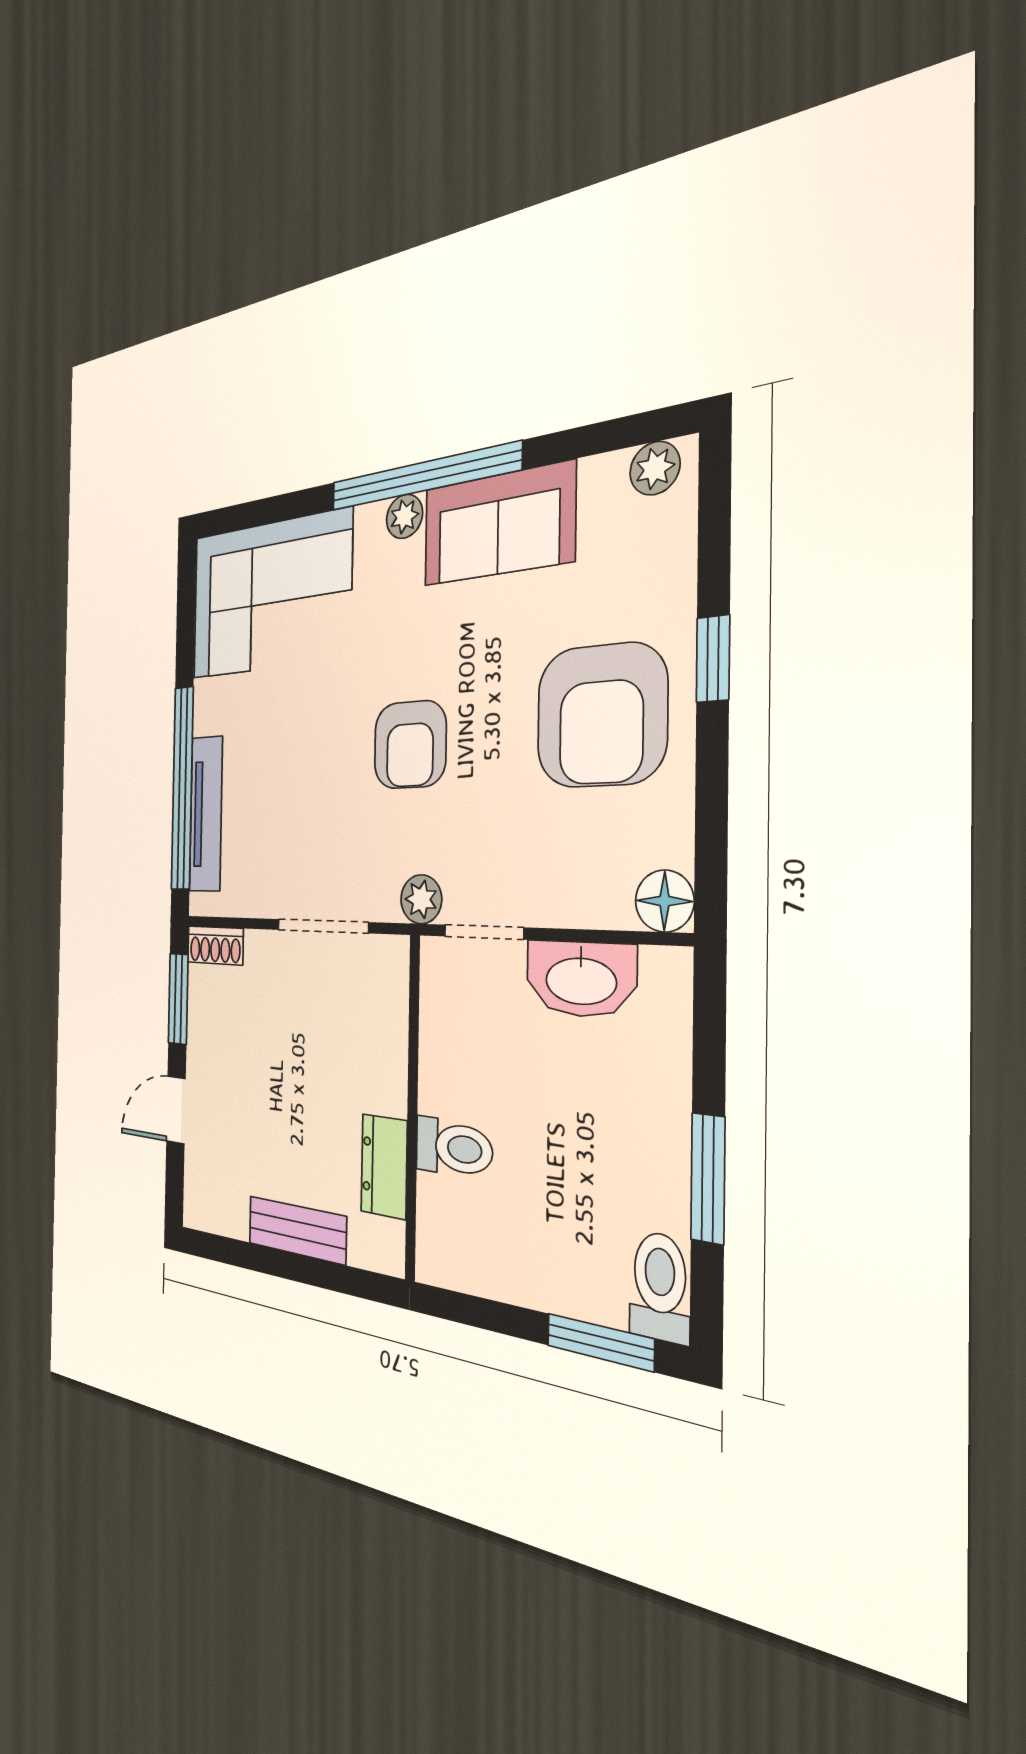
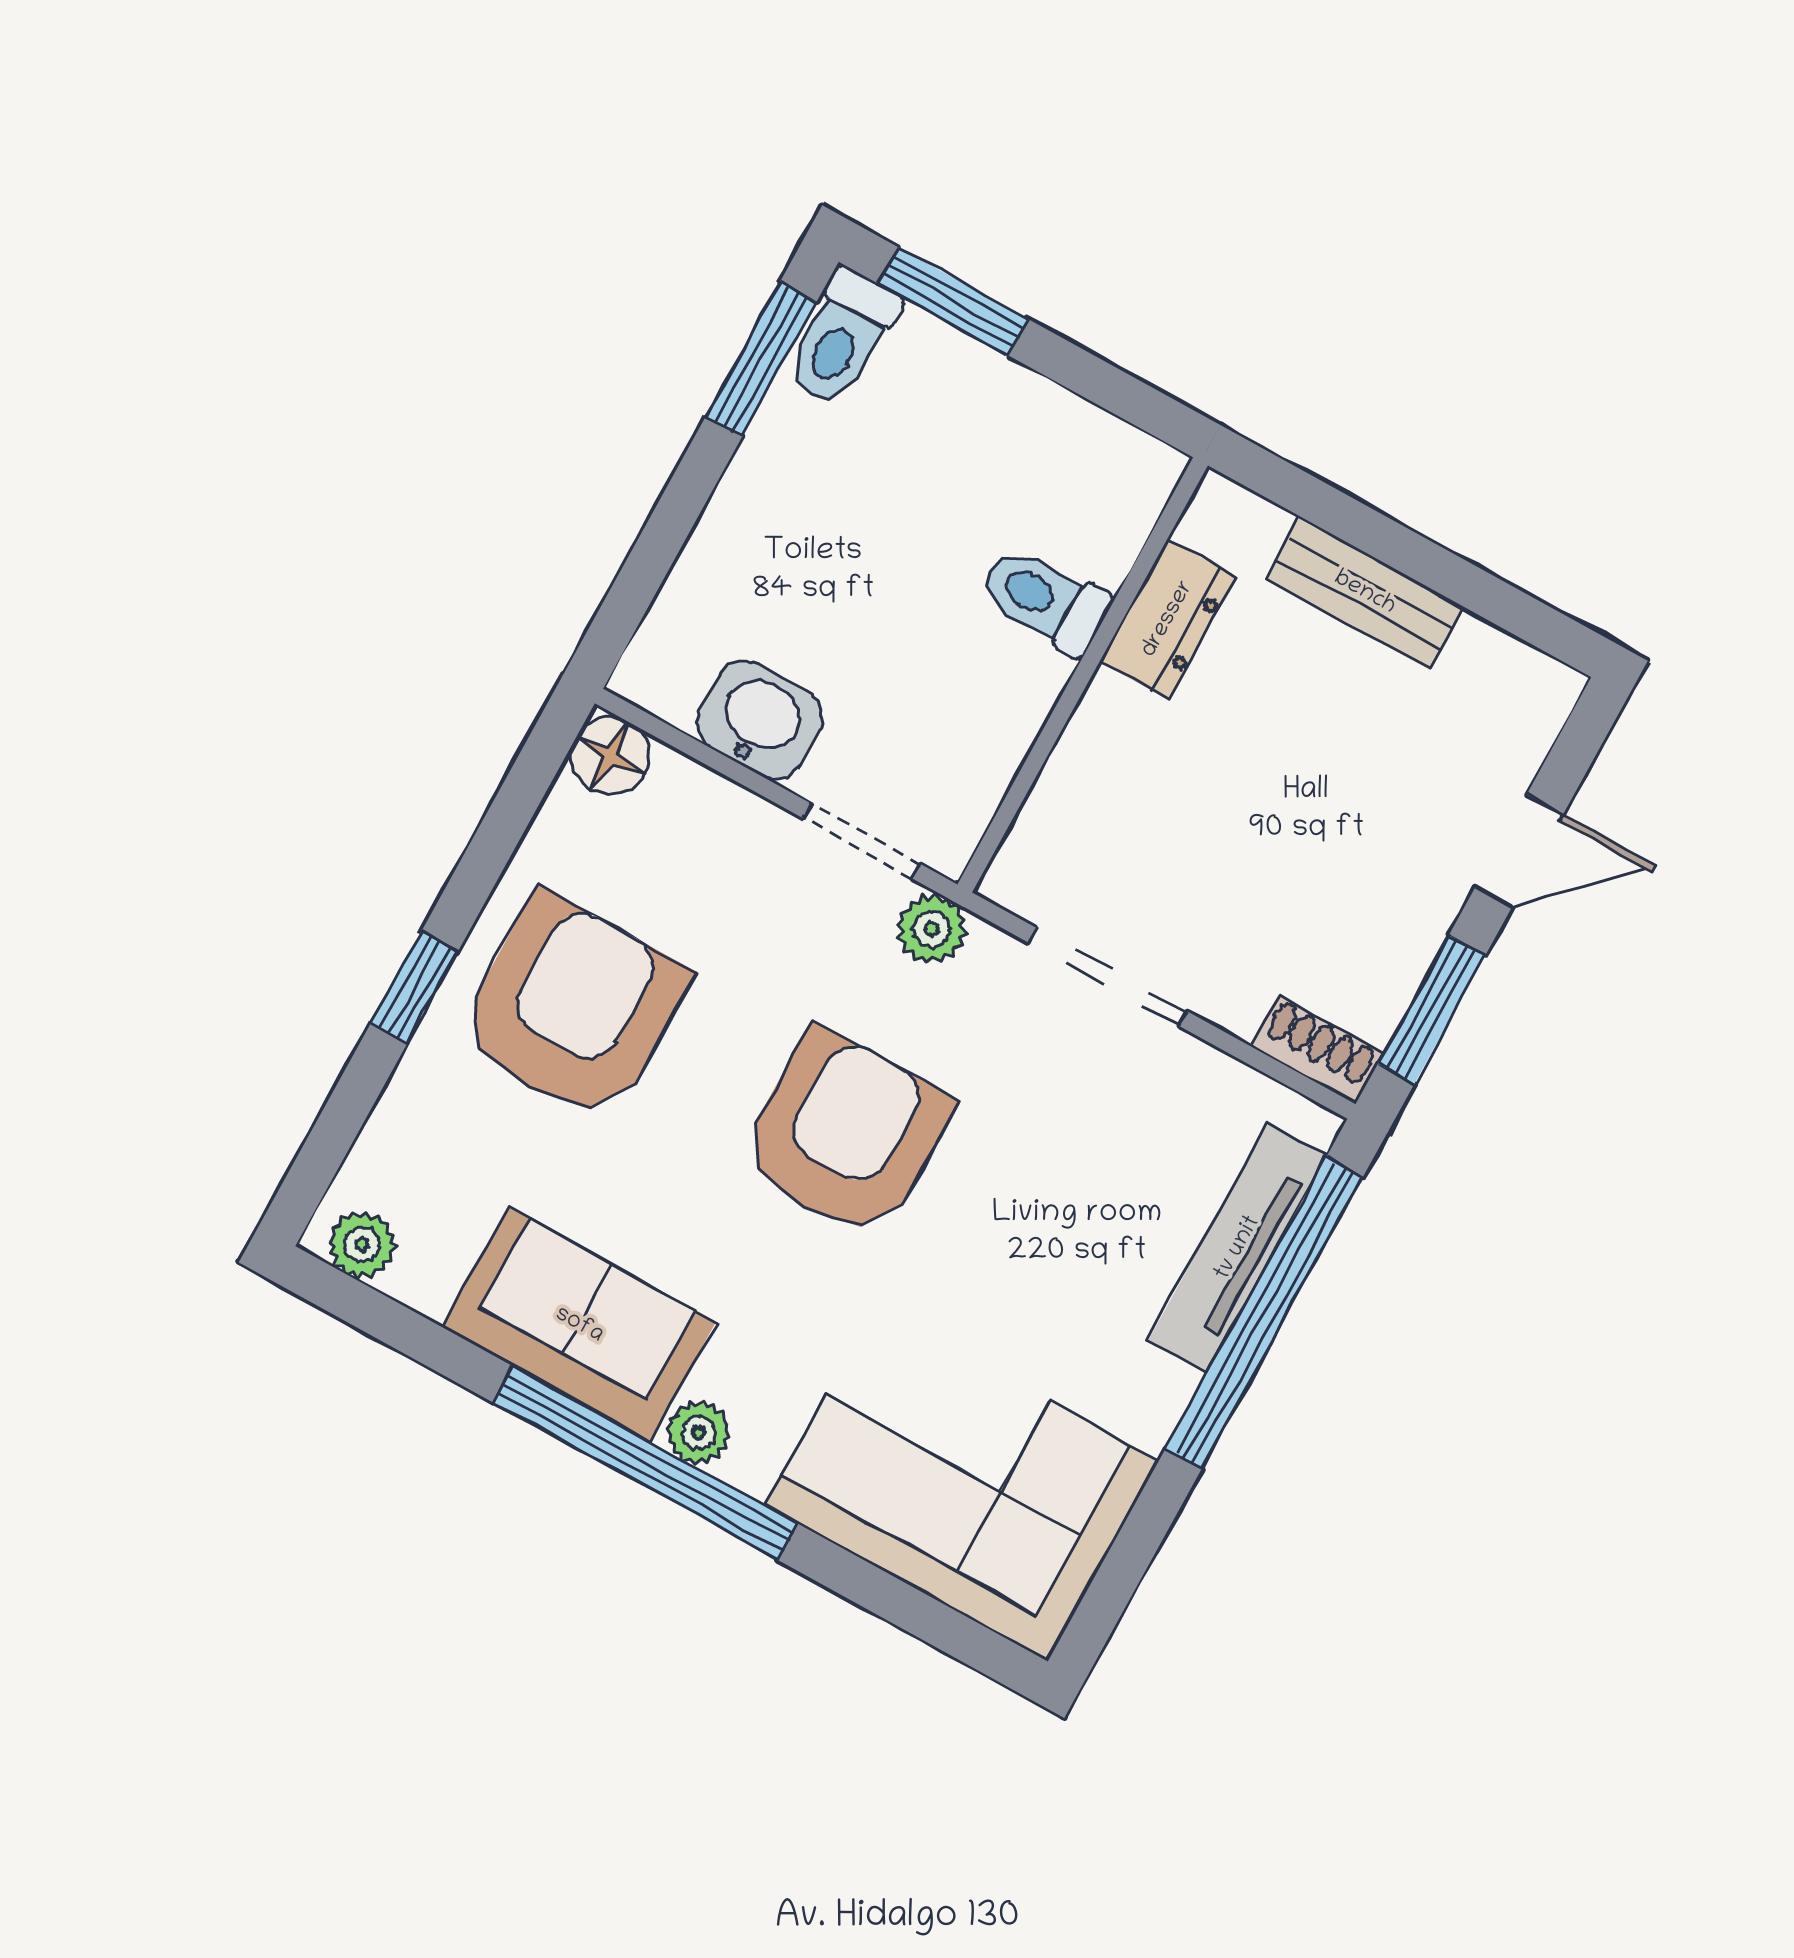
armchair: (410, 745) -> (845, 1134), width x1.36, depth x1.36
washbasin: (581, 979) -> (760, 720), width x0.72
window: (708, 1178) -> (761, 360), moved

